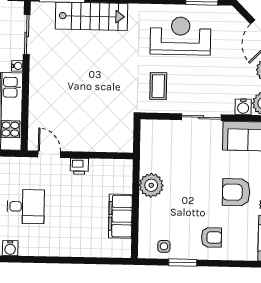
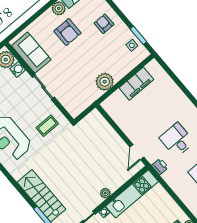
plant: (36, 84) -> (105, 193), added
printer: (79, 166) -> (160, 166), moved
window: (183, 263) -> (138, 35), moved

